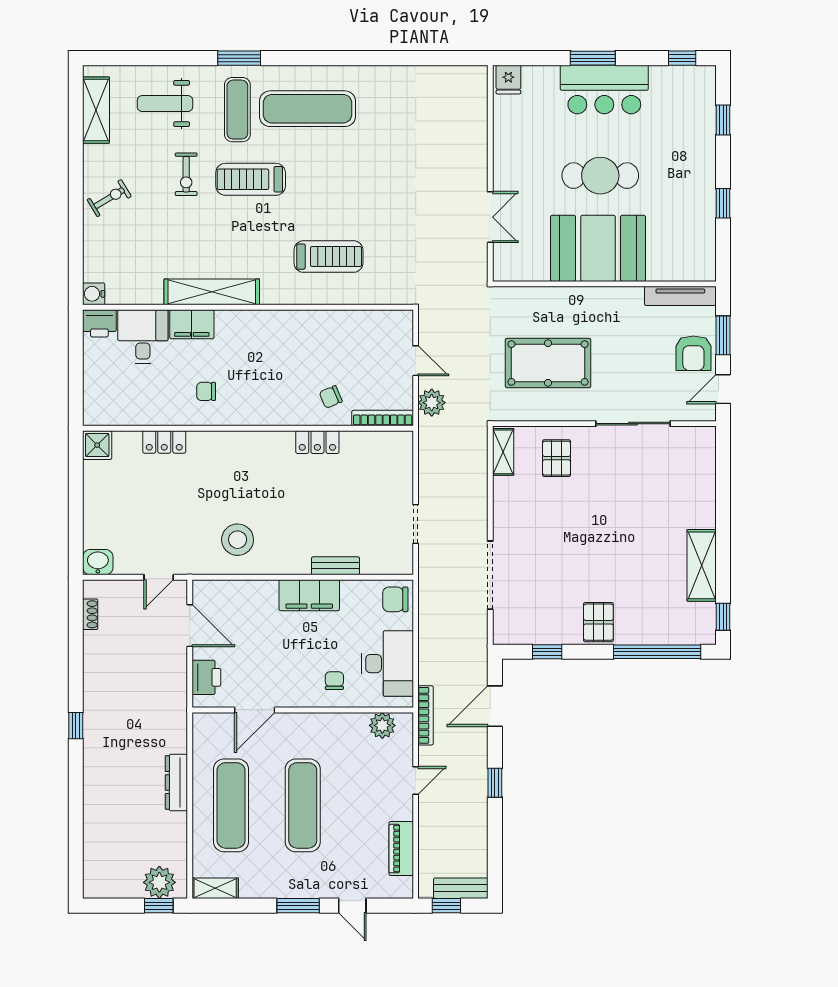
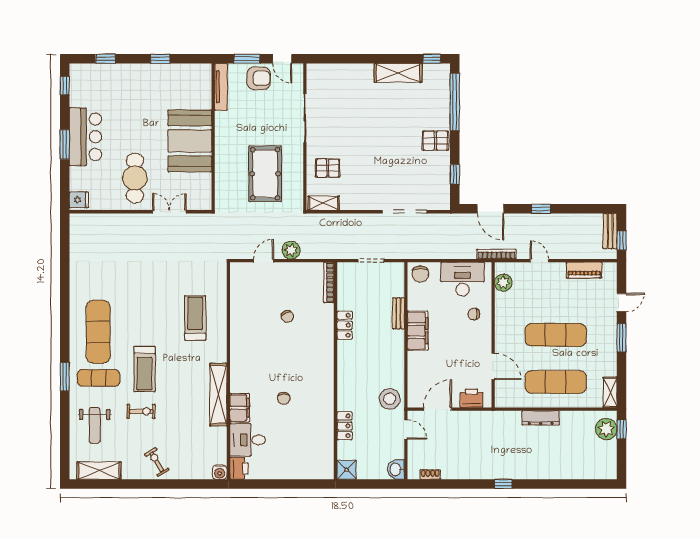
cafe table: (600, 176) -> (135, 178), moved
bookcase: (383, 418) -> (329, 282), moved
wall: (248, 428) -> (335, 371), moved
locker: (164, 442) -> (345, 426), moved
locker: (317, 442) -> (345, 325), moved
shower: (97, 445) -> (347, 470), moved
stool: (238, 540) -> (390, 399), moved

